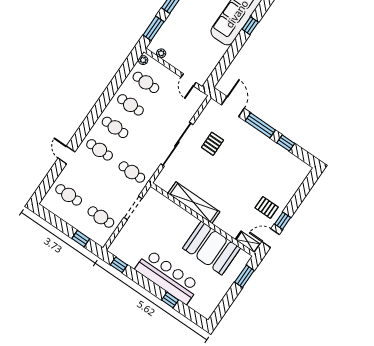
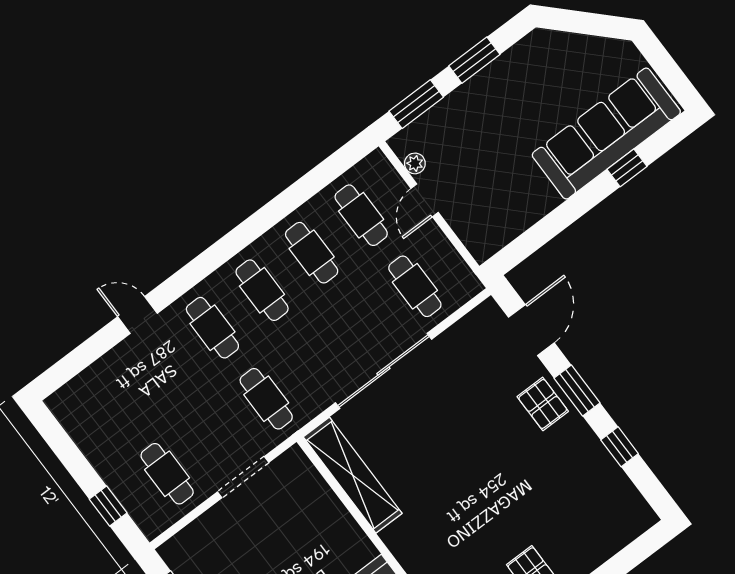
plant: (143, 60) -> (371, 165), removed
door: (188, 80) -> (425, 200), moved
window: (260, 125) -> (577, 390), width x0.69
pallet: (212, 144) -> (543, 404), moved, turned 90
door: (66, 155) -> (137, 315), hinge flipped
cafe table: (69, 195) -> (415, 286), moved
shelving: (194, 203) -> (353, 475), moved

